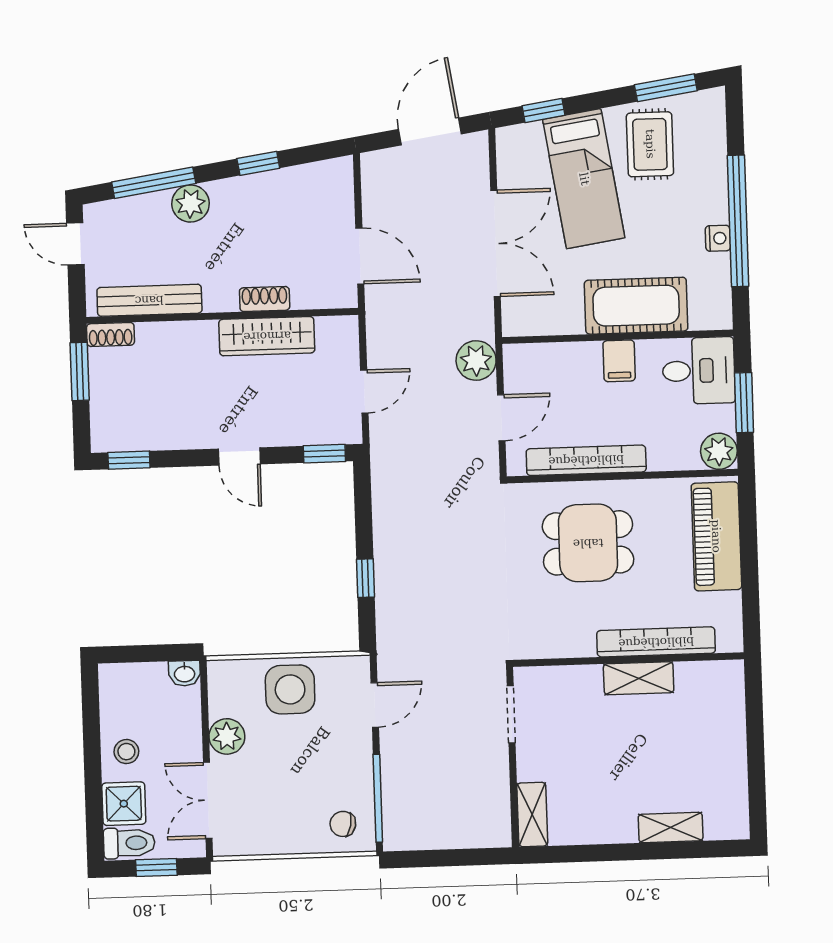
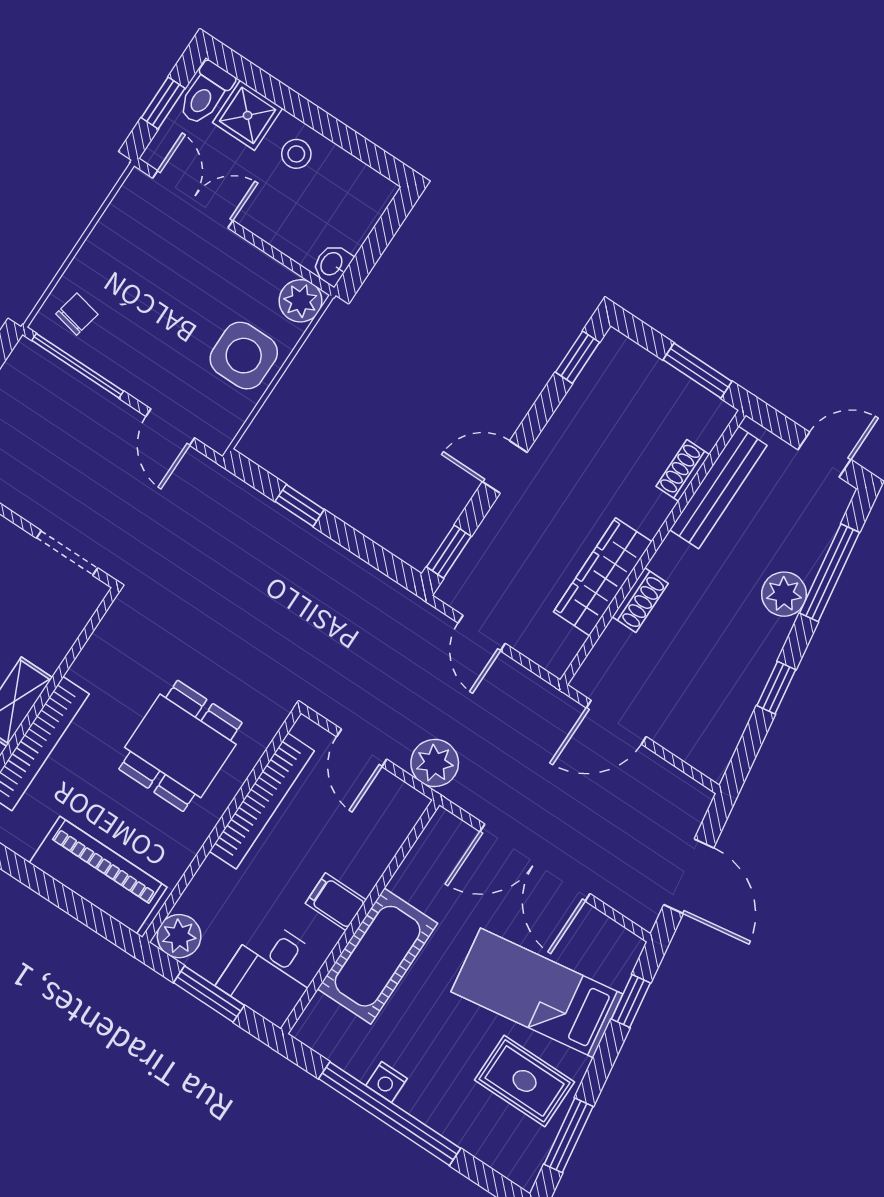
shoe rack: (111, 334) -> (683, 470), moved
plant: (227, 736) -> (300, 301), moved

